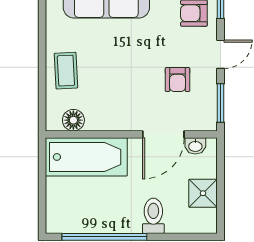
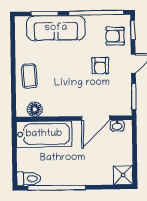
armchair: (178, 80) -> (100, 66), moved
shower: (203, 193) -> (123, 175), moved
toilet: (153, 216) -> (29, 179), moved, turned 90

